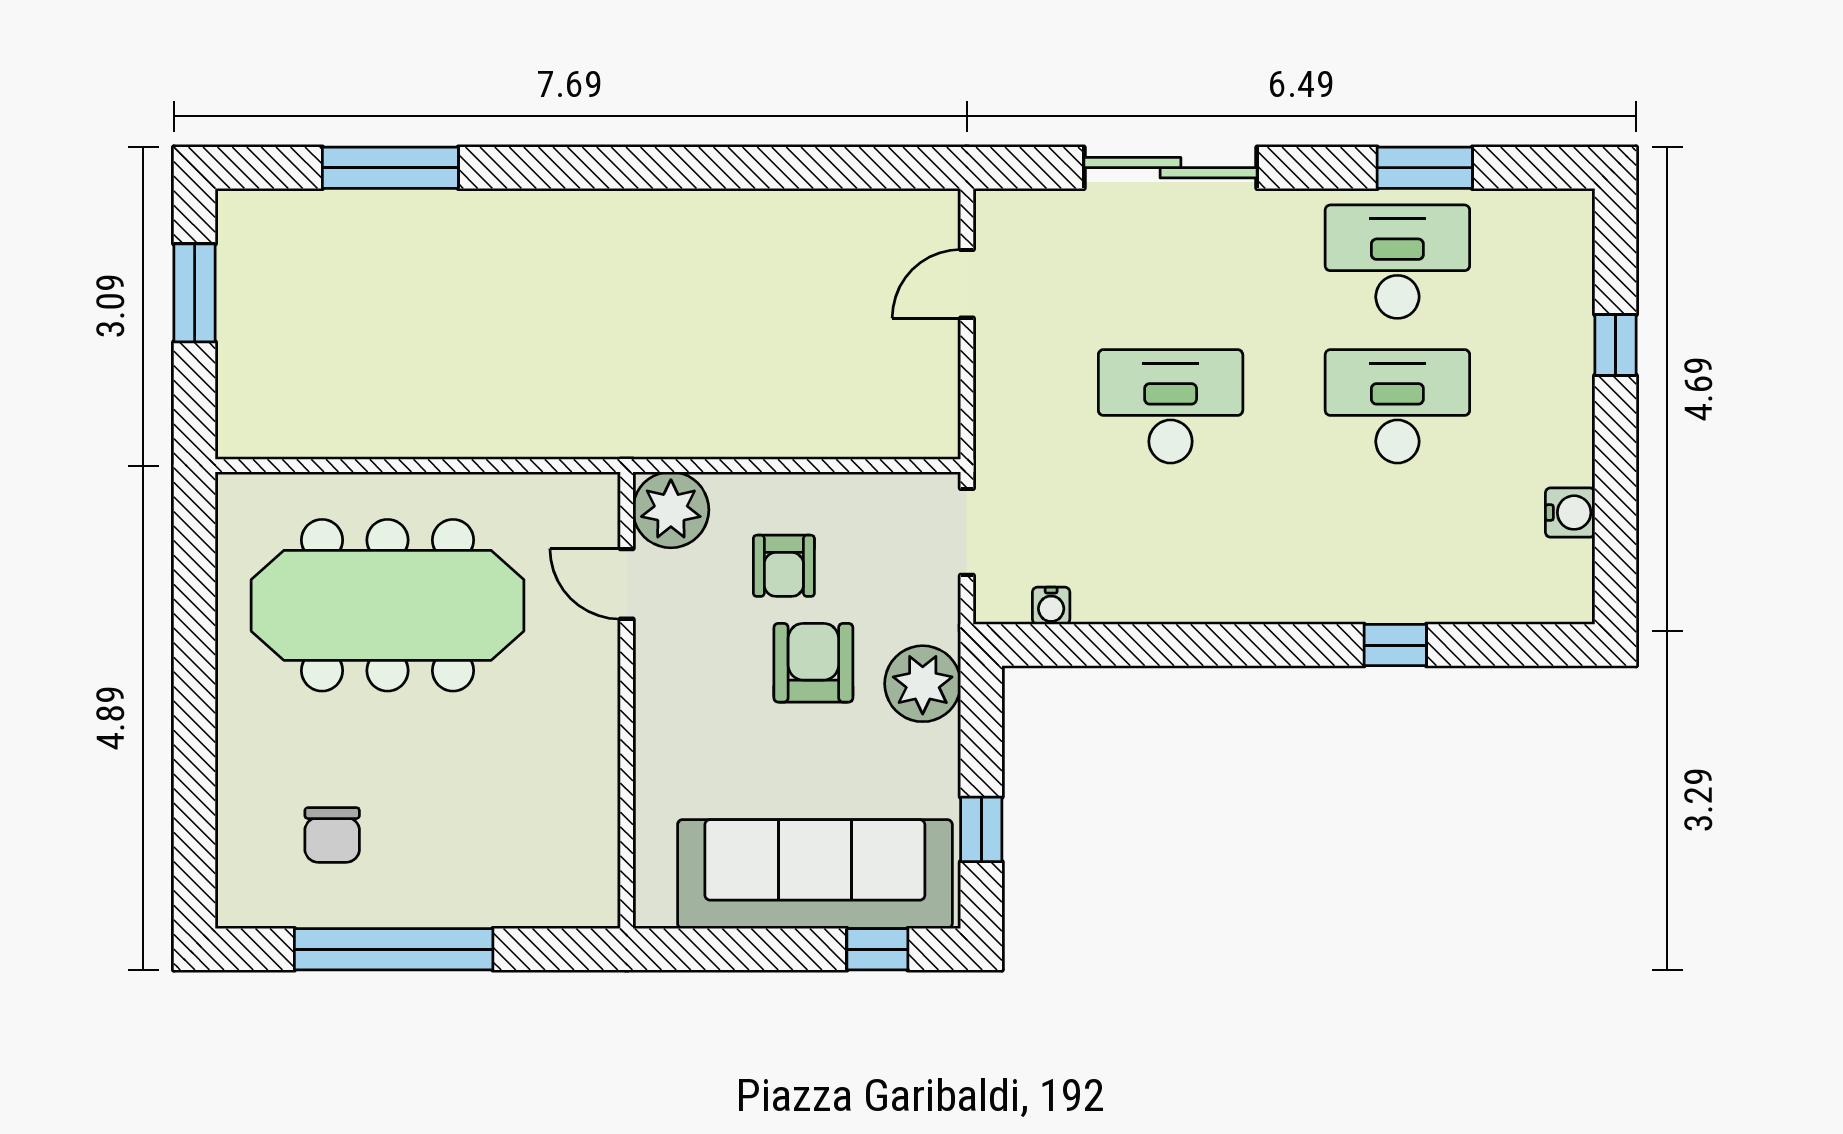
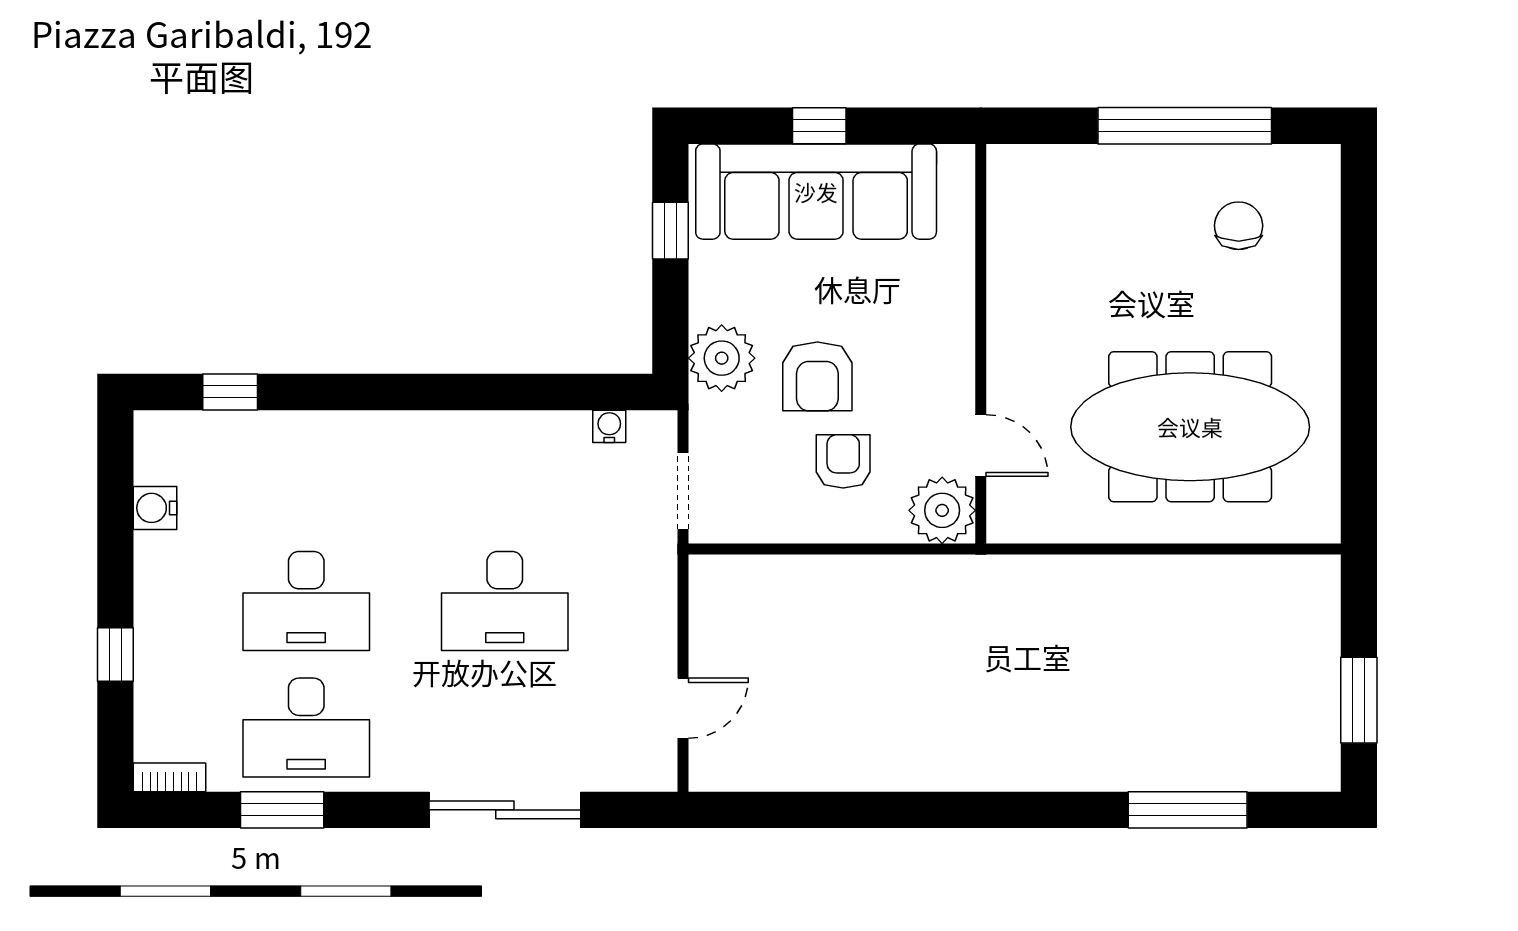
bookcase: (1554, 205) -> (170, 777), added
window: (1395, 645) -> (230, 392), moved
window: (877, 949) -> (819, 126), moved

